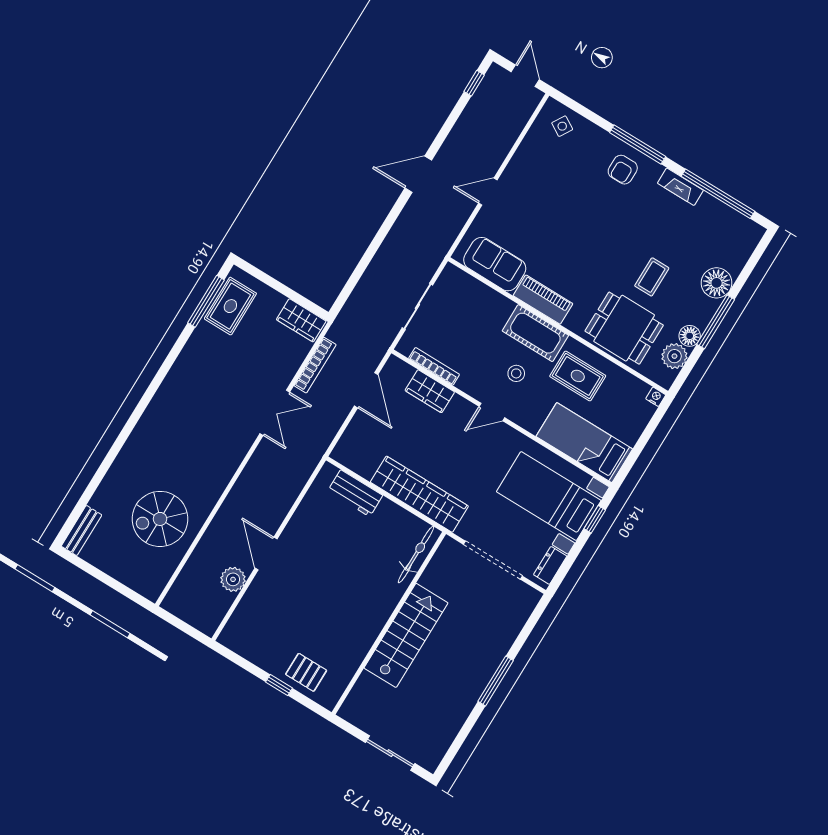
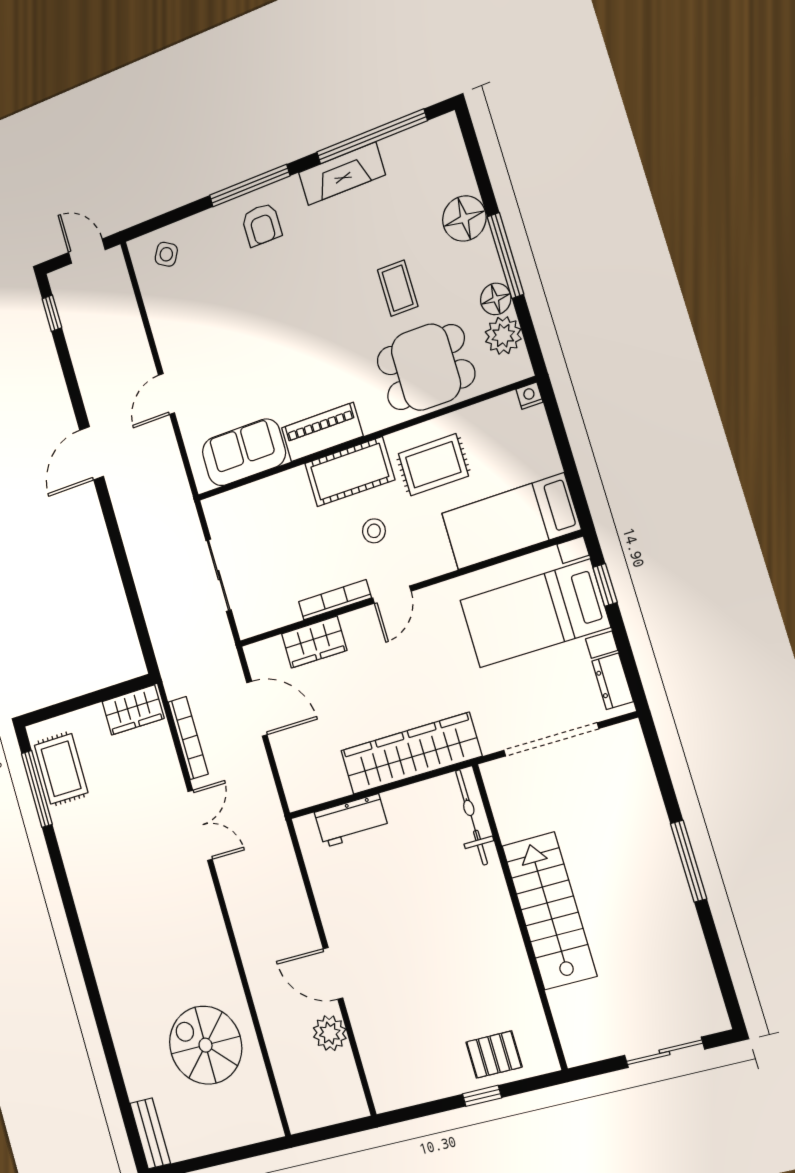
fireplace: (680, 187) -> (342, 174), width x1.37, depth x1.32
bookcase: (434, 366) -> (335, 600), moved
spiral stairs: (160, 519) -> (206, 1045), turned 90

